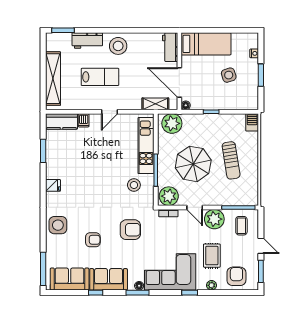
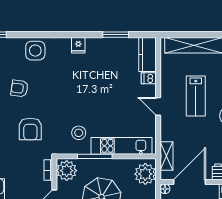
armchair: (93, 240) -> (19, 88), turned 98

